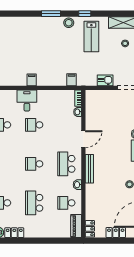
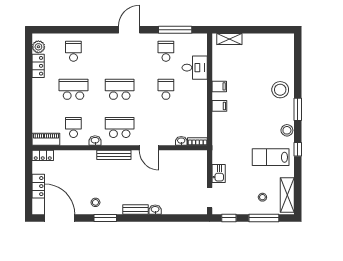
stool: (34, 28) -> (280, 90), added
filing cabinet: (72, 80) -> (219, 106), moved
desk: (27, 101) -> (195, 68), moved
school desk: (34, 164) -> (120, 89), width x1.85

